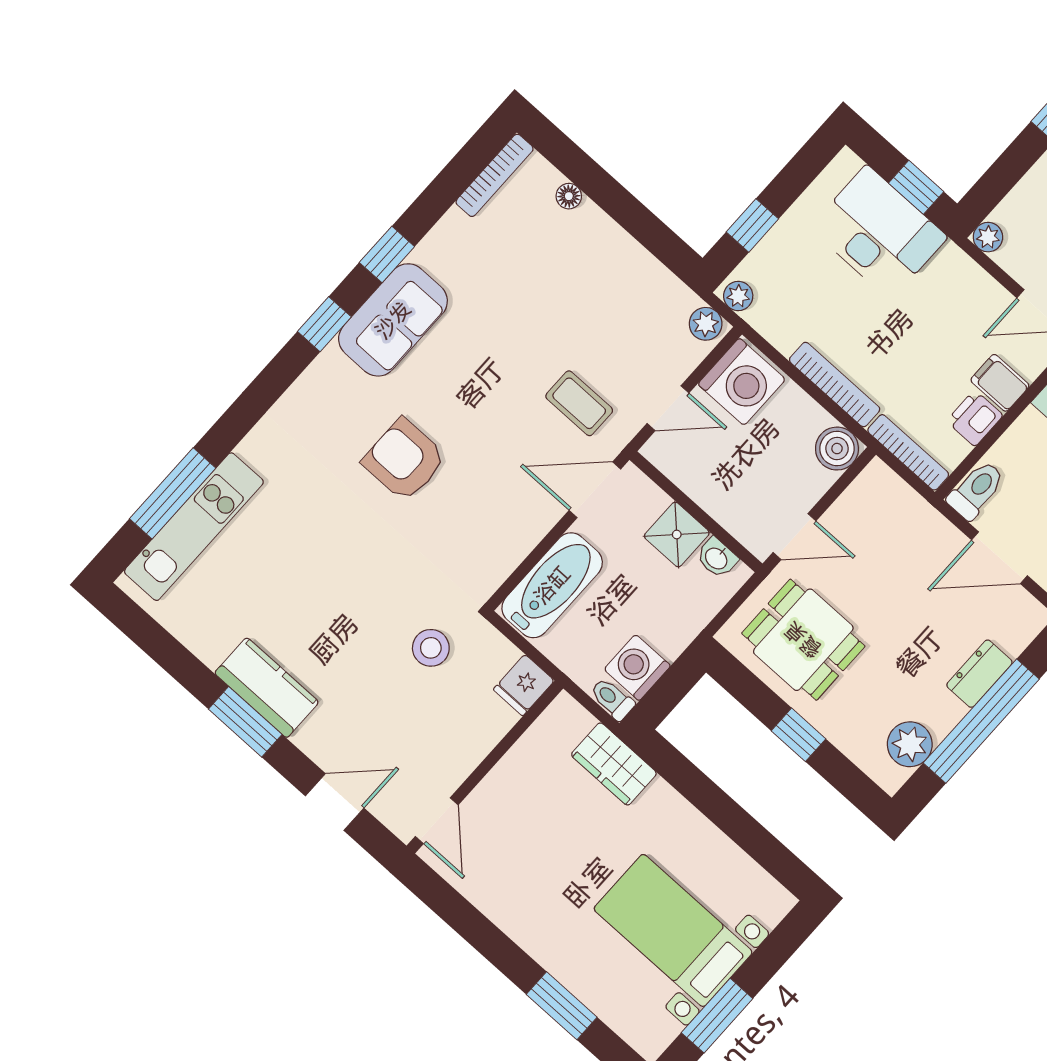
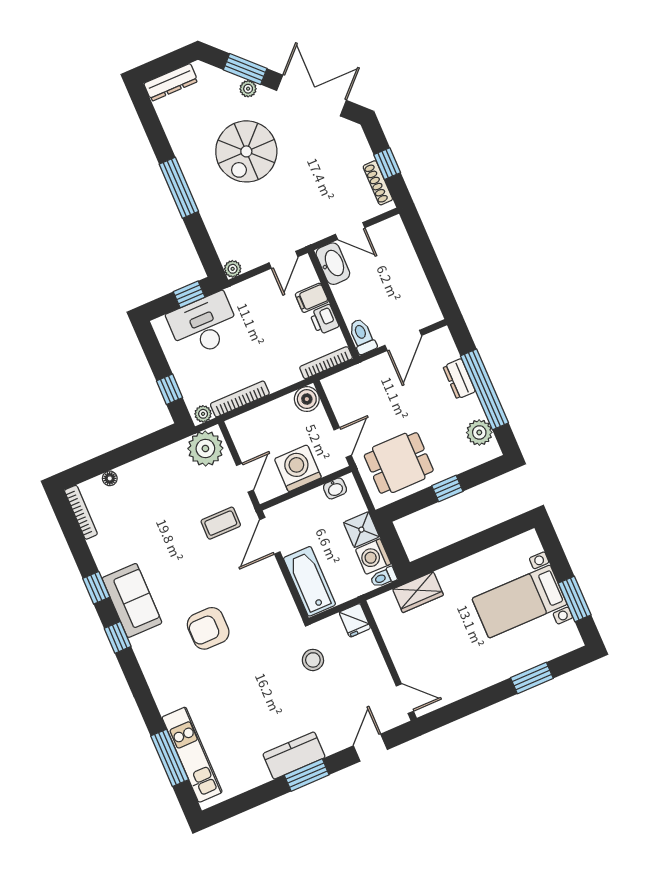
plant: (706, 324) -> (205, 448), width x1.88, depth x1.88
washing machine: (742, 382) -> (298, 468), moved, turned -90
bookcase: (835, 384) -> (240, 399), moved
shower: (677, 534) -> (361, 530), moved

